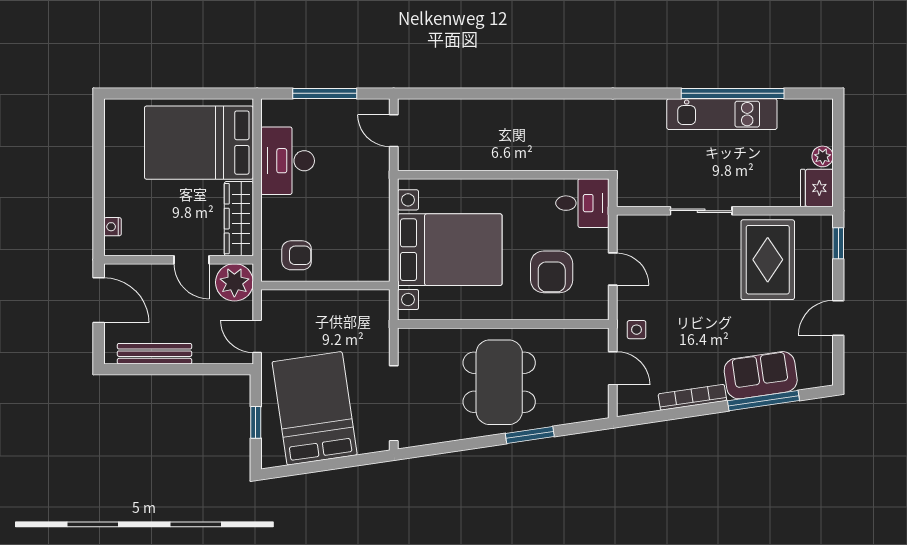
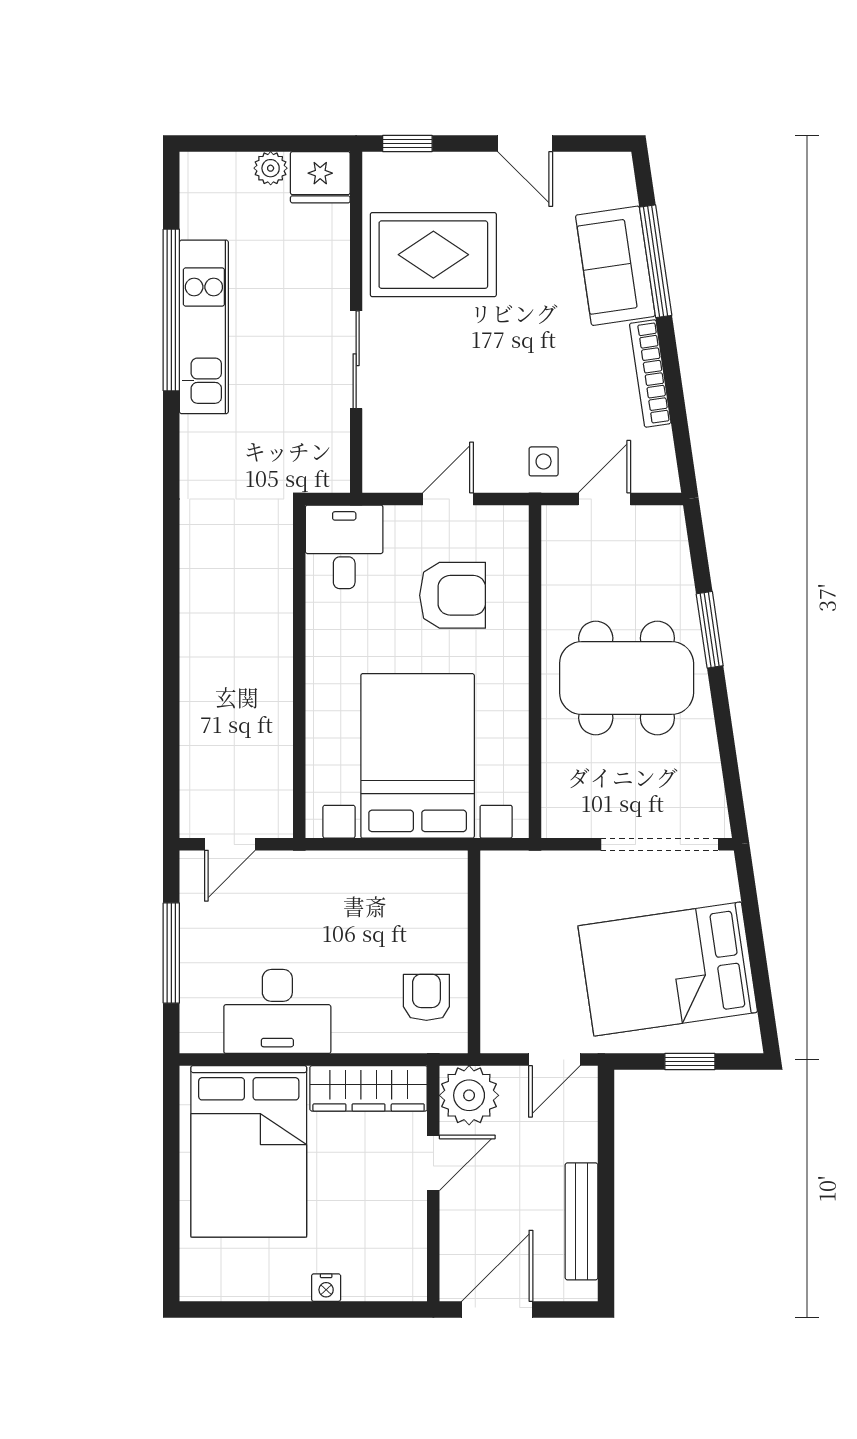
nightstand: (113, 227) -> (326, 1288), moved

